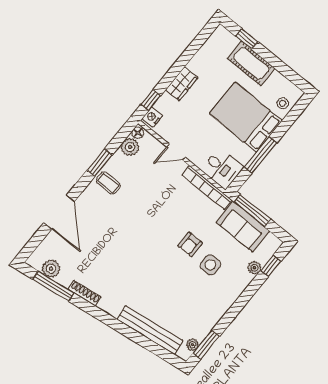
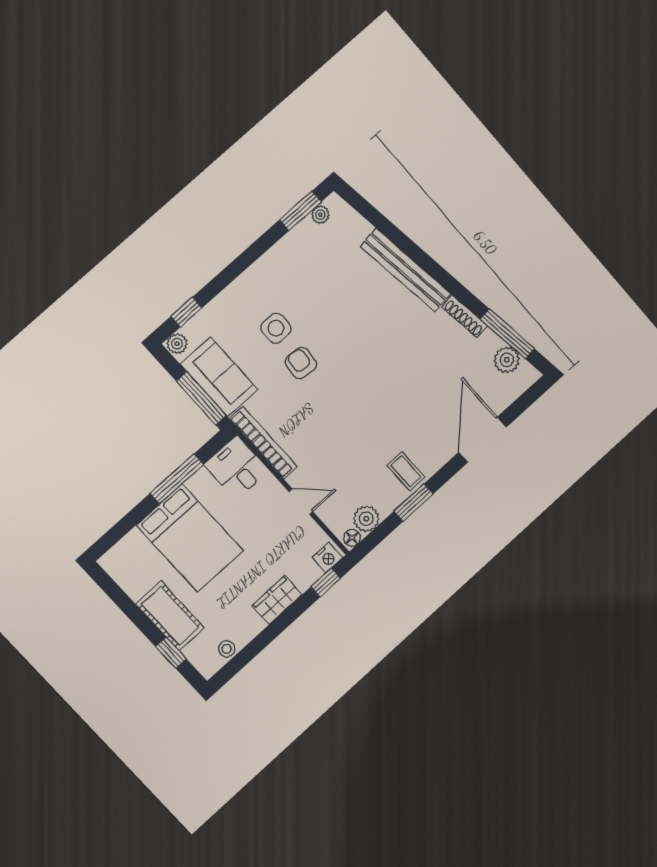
stool: (283, 103) -> (227, 649), moved
armchair: (190, 244) -> (301, 363), turned -84
plant: (254, 268) -> (177, 344), moved
bench: (150, 330) -> (406, 270), moved

